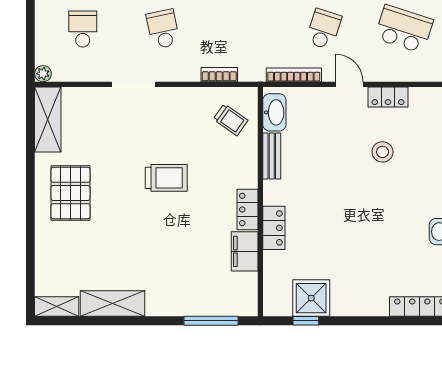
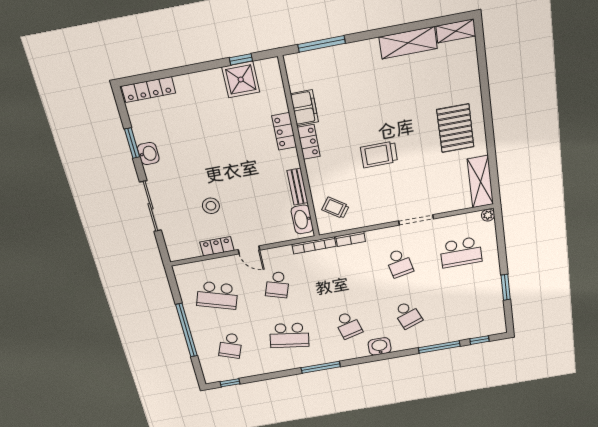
school desk: (83, 29) -> (461, 252), width x1.85
bookcase: (294, 75) -> (314, 245), moved

